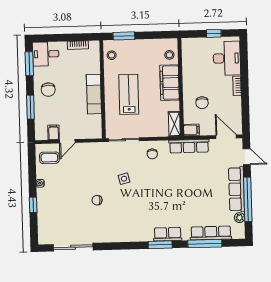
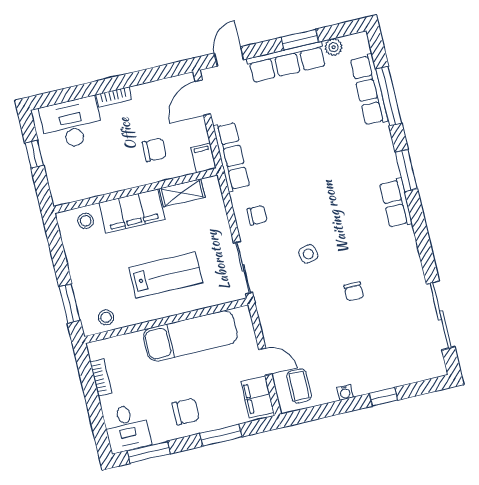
exam couch: (94, 94) -> (190, 336), width x1.36, depth x1.45
lab bench: (129, 94) -> (166, 275), turned 180
shelving: (174, 124) -> (182, 193), moved
filing cabinet: (54, 132) -> (257, 397), width x2.00
window: (248, 199) -> (300, 40), width x0.47
row of seats: (168, 234) -> (396, 203), moved

